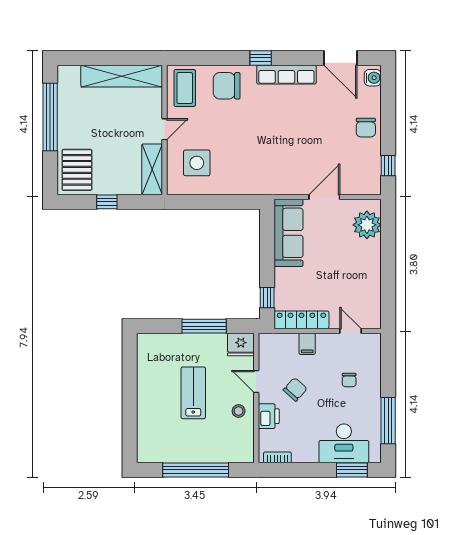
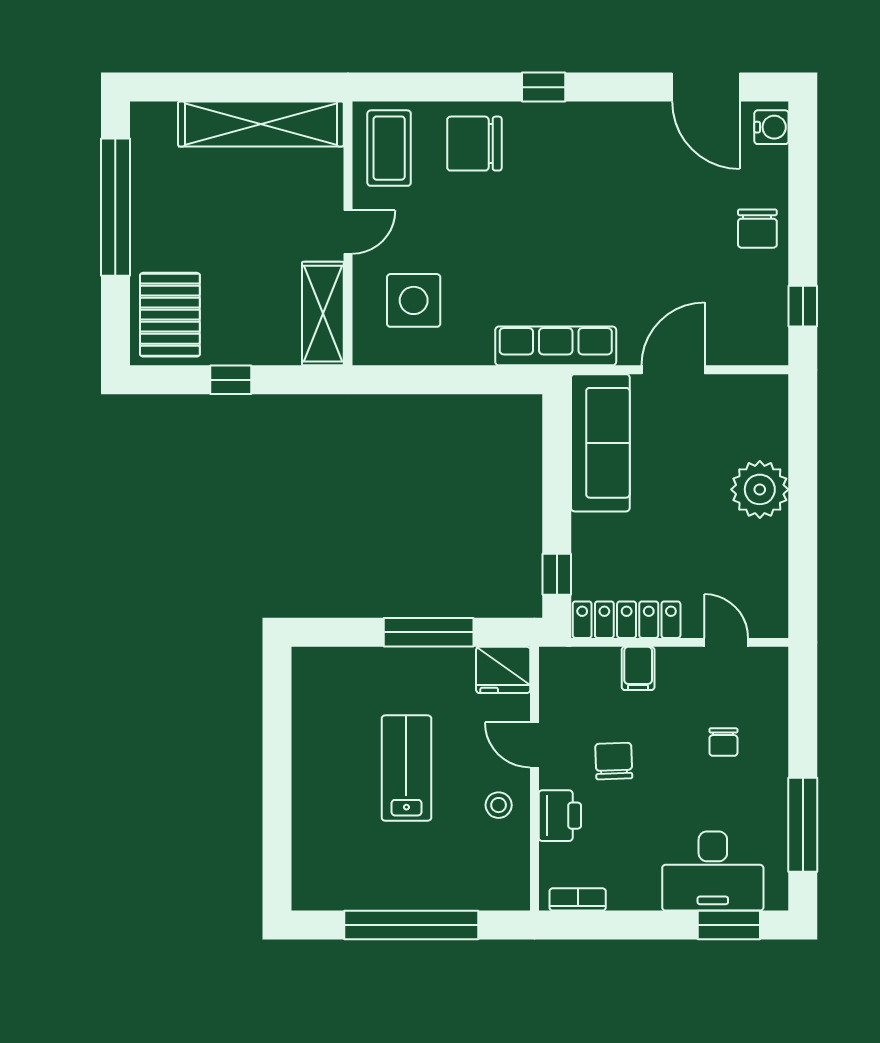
row of seats: (286, 75) -> (556, 346), moved, turned 180
plant: (367, 225) -> (760, 489), moved
chair: (295, 389) -> (614, 761), turned -44

